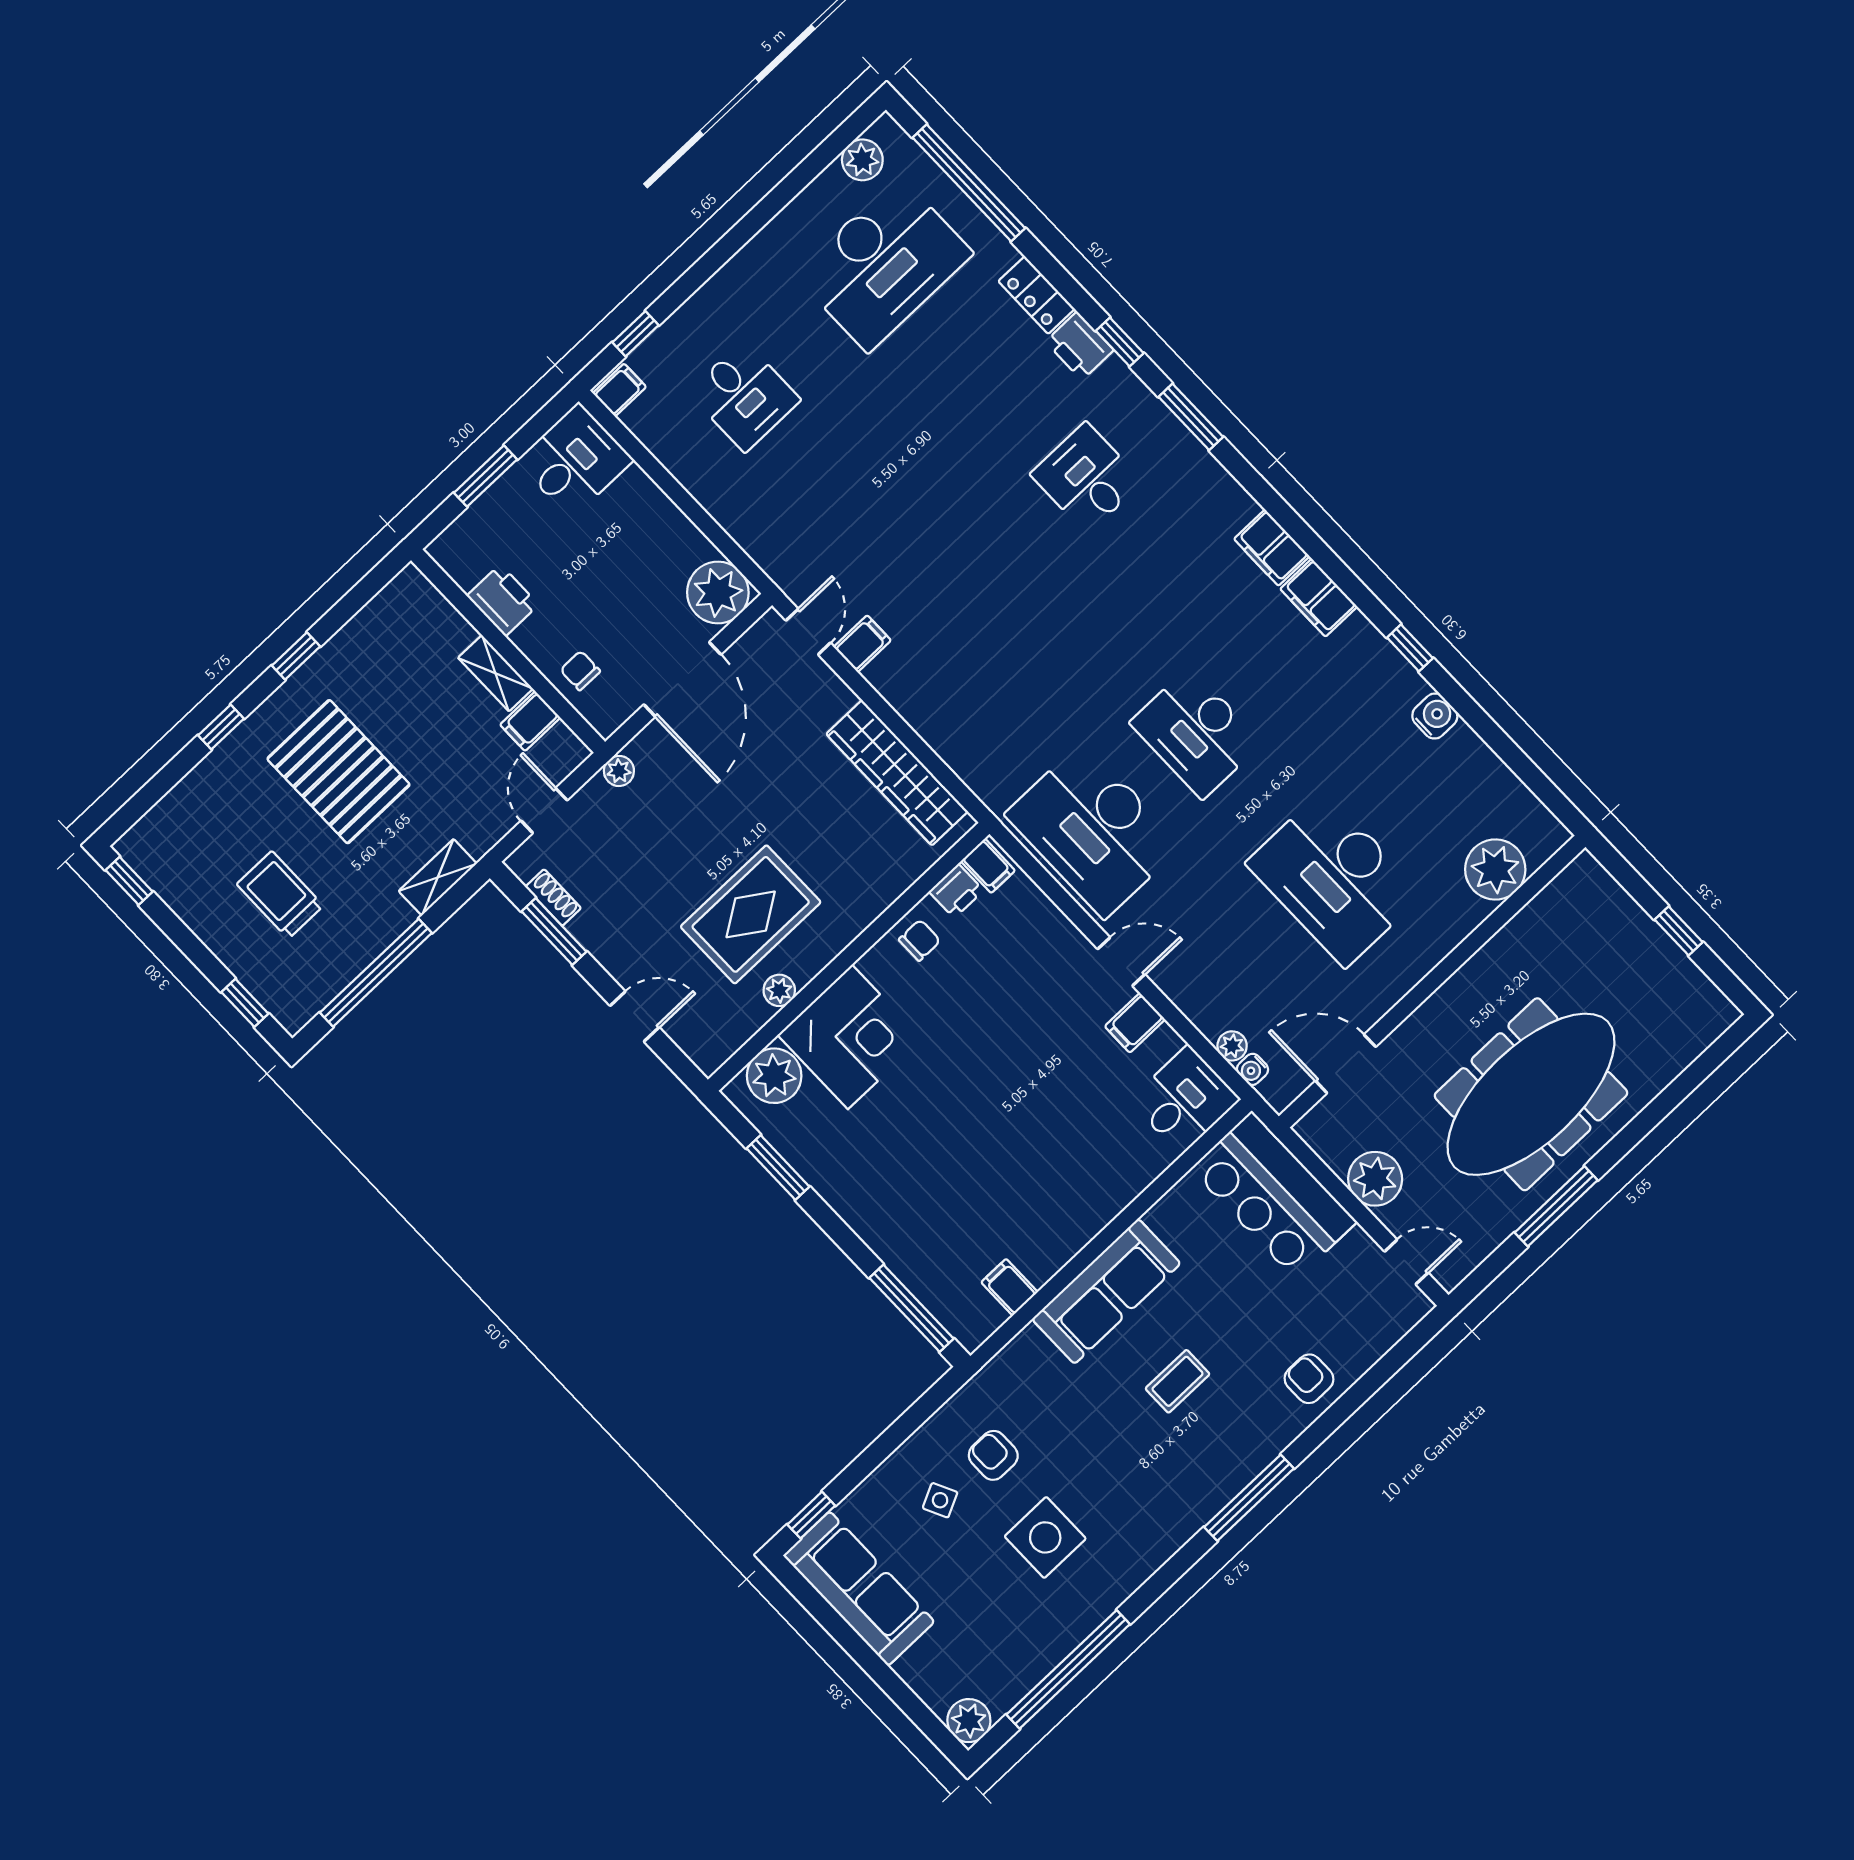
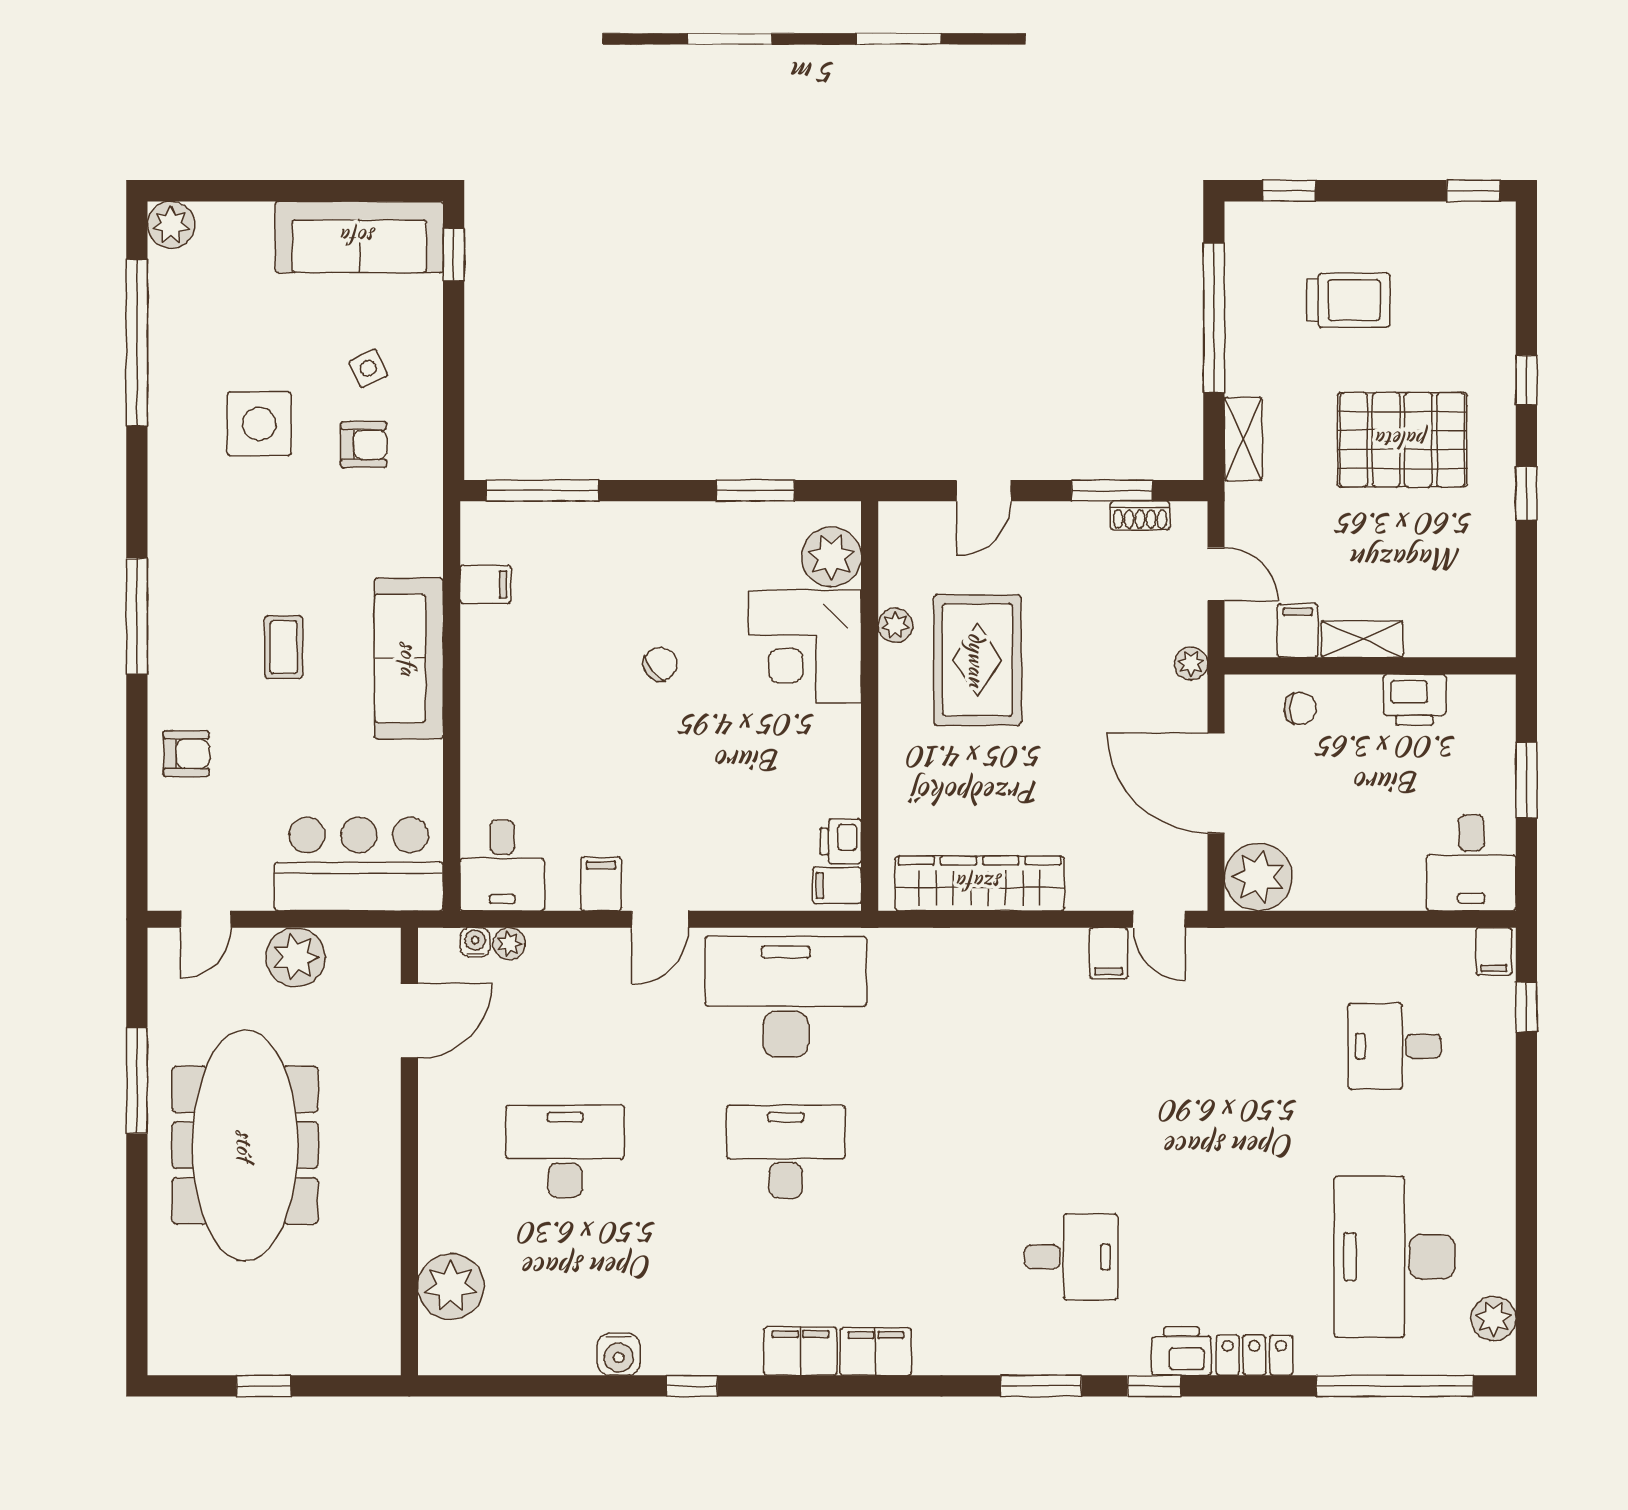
desk: (1334, 879) -> (565, 1152), width x0.73, depth x0.77
chair: (920, 940) -> (660, 664), moved, turned -129

